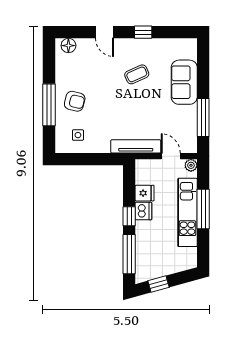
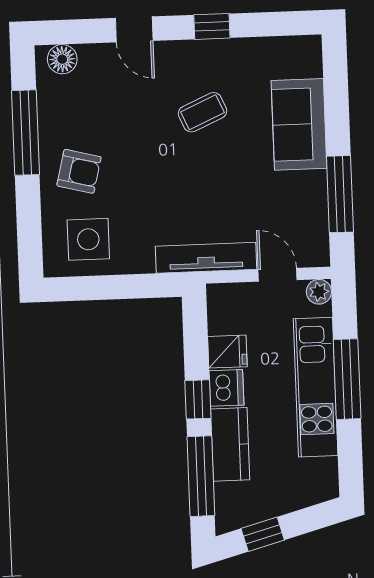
window: (49, 105) -> (26, 133), moved
side table: (78, 135) -> (88, 239), width x1.87, depth x1.87
kitchen counter: (144, 239) -> (230, 444), added

